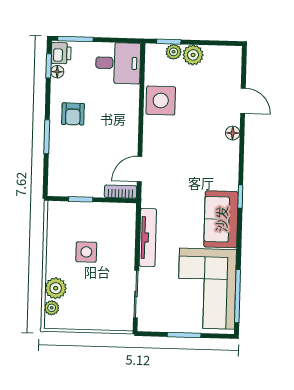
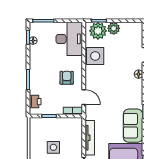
plant: (174, 52) -> (98, 31), width x1.88, depth x1.88
printer: (61, 53) -> (35, 102), moved
desk: (118, 63) -> (69, 39), width x1.37
armchair: (73, 114) -> (67, 78), moved, turned 180
door: (140, 169) -> (84, 97), swing flipped

